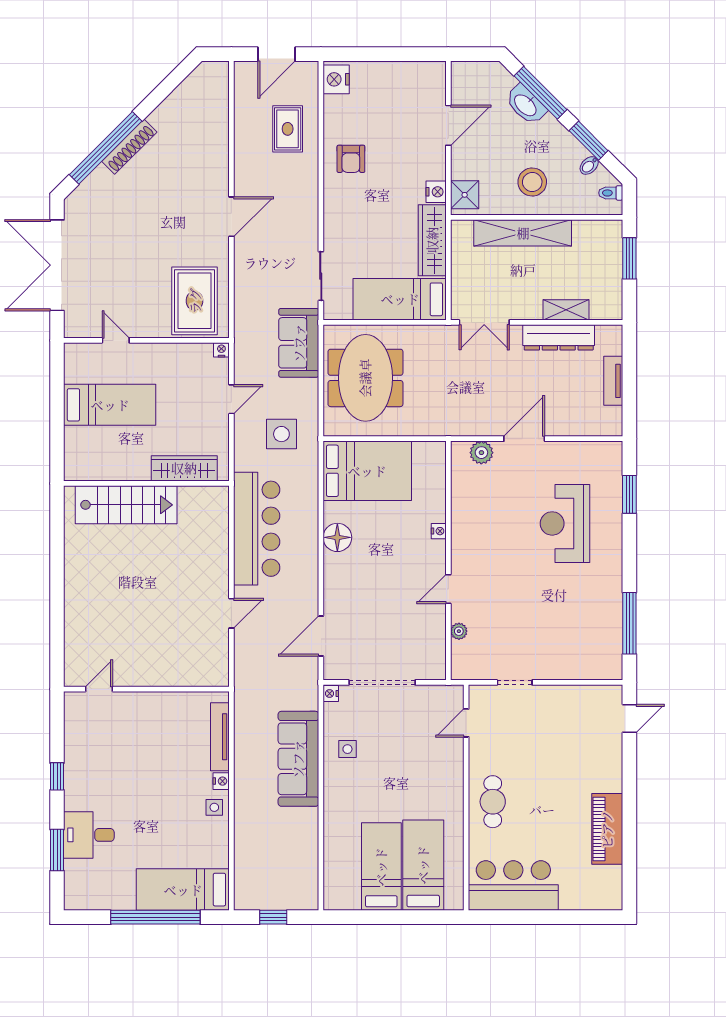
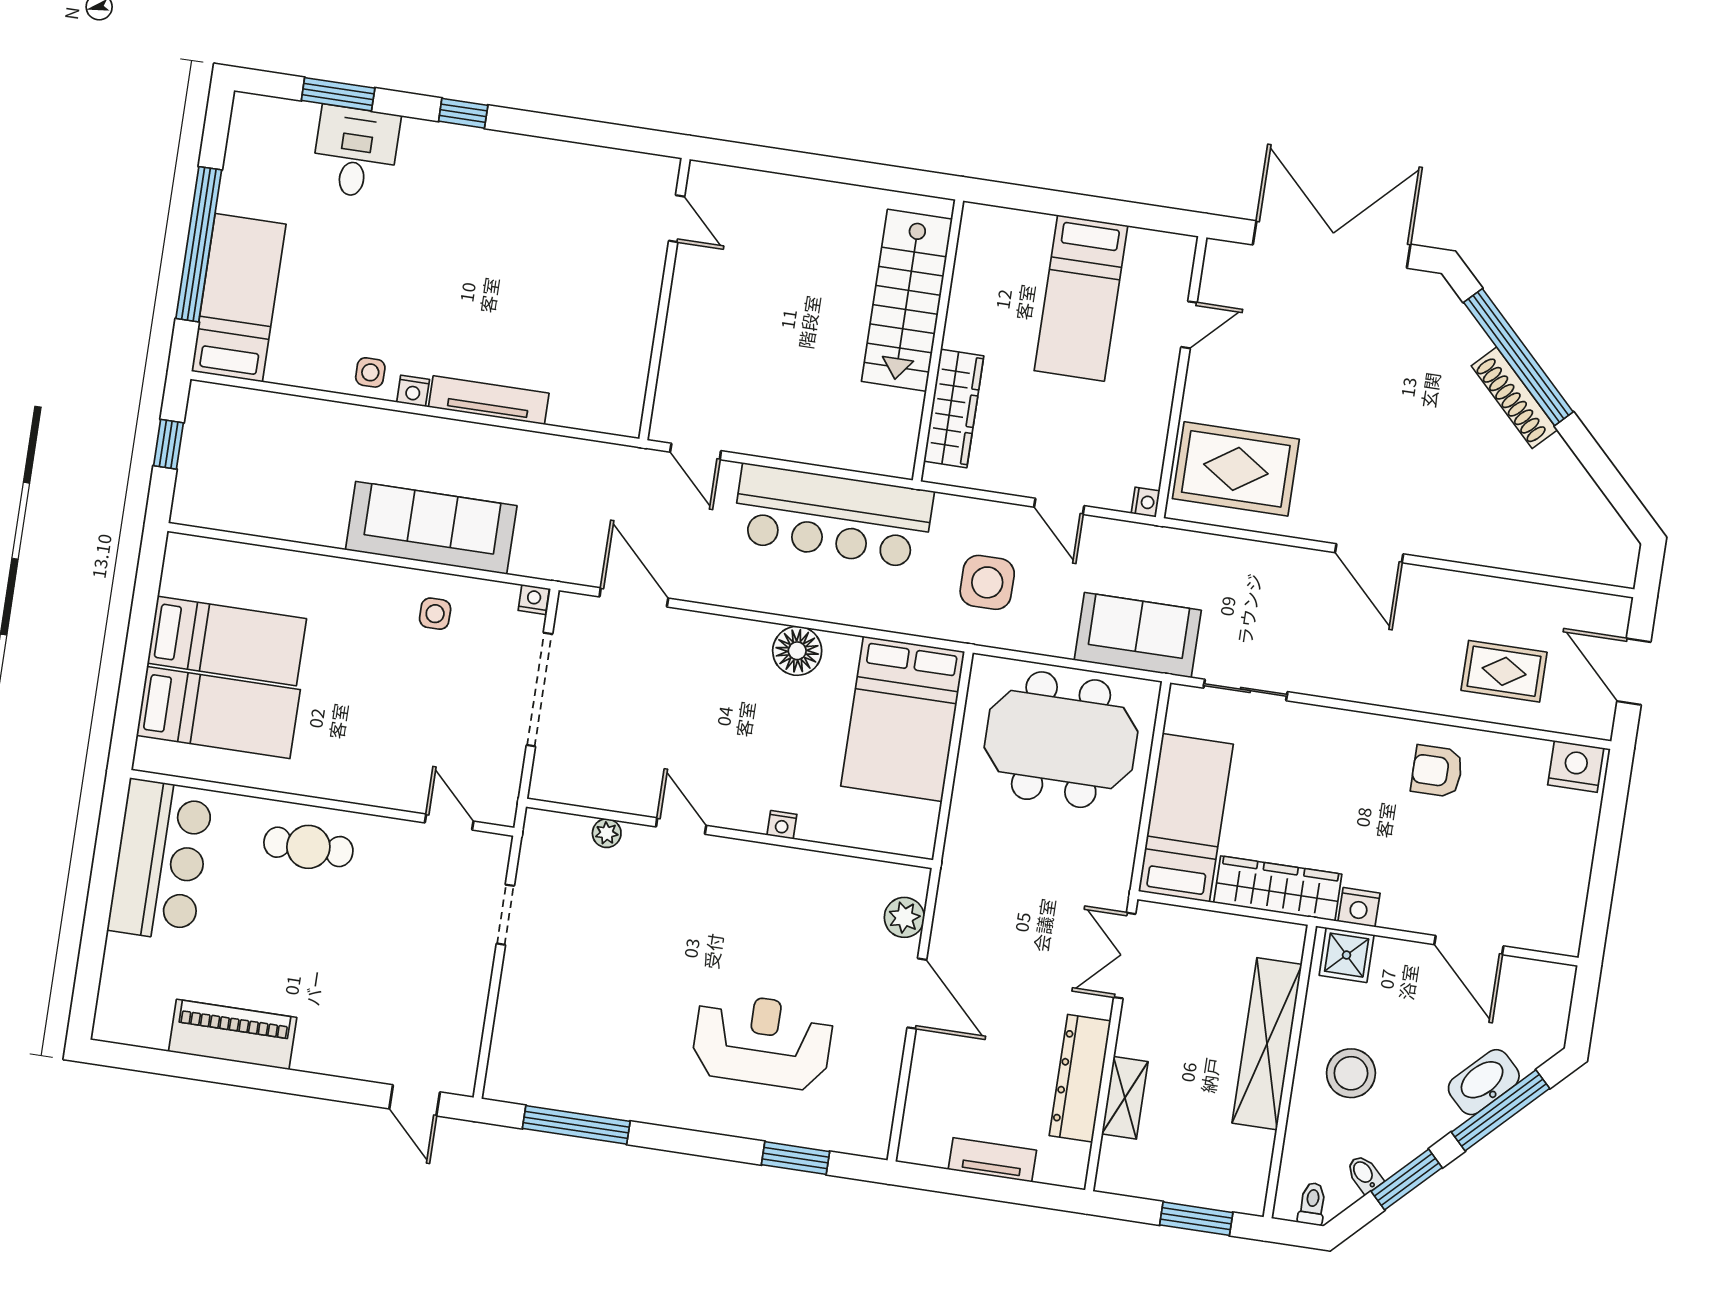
door: (99, 689) -> (677, 219), moved
wall: (146, 689) -> (665, 299), moved

